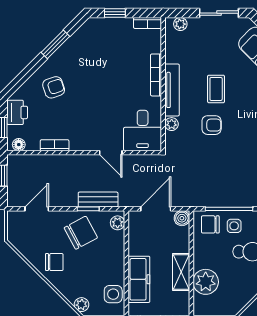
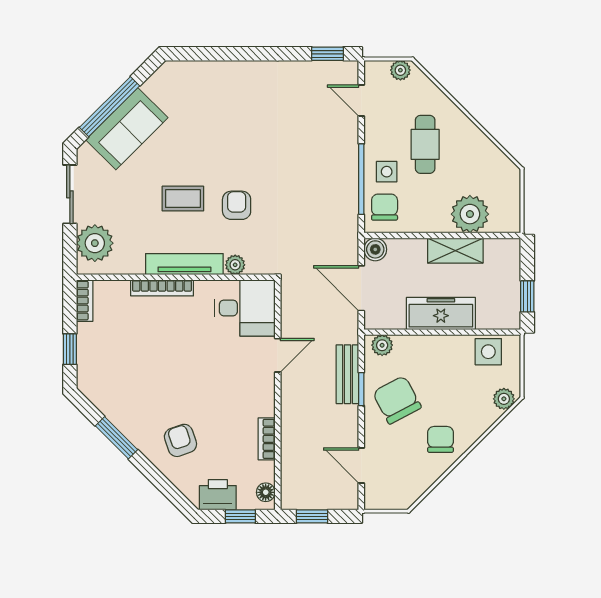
plant: (180, 24) -> (95, 243), width x1.88, depth x1.88
chair: (210, 224) -> (385, 207), turned 180
freezer: (139, 279) -> (441, 313), moved

